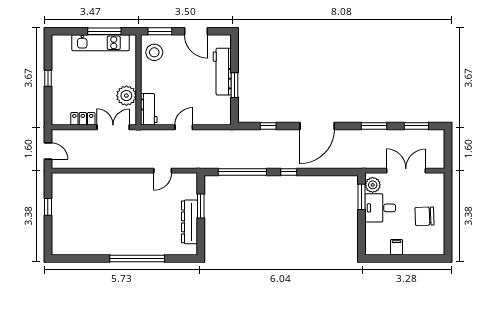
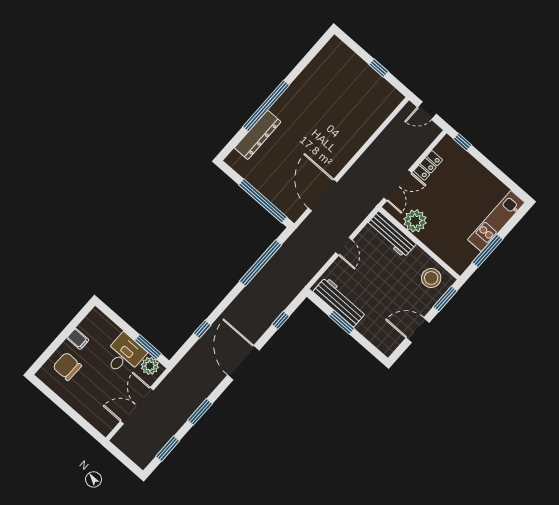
kitchen unit: (101, 43) -> (496, 221), moved
workbench: (222, 72) -> (340, 302), moved
window: (48, 78) -> (462, 142), moved
workbench: (149, 109) -> (391, 234), width x1.38
door: (163, 171) -> (323, 195), width x1.87
double door: (406, 171) -> (137, 406), swing flipped
window: (289, 172) -> (202, 329), moved
window: (201, 206) -> (263, 201), width x2.11
chair: (425, 216) -> (67, 366), moved, turned -87
dresser: (189, 222) -> (258, 135), moved, turned 90

